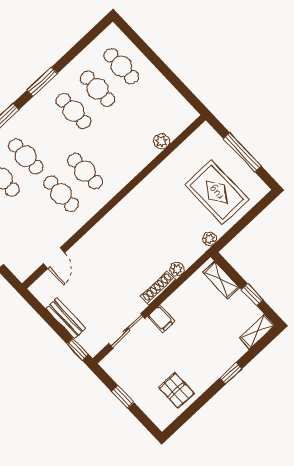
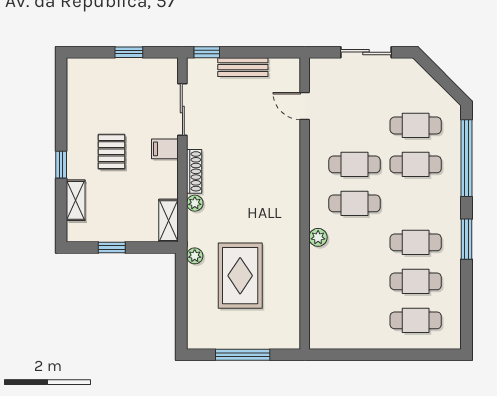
plant: (161, 141) -> (318, 237), moved
rug: (217, 192) -> (240, 276), moved, turned 90
shelving: (221, 280) -> (168, 221), moved, turned 90
shelving: (257, 332) -> (76, 200), moved
pallet: (176, 391) -> (111, 152), moved, turned 90

